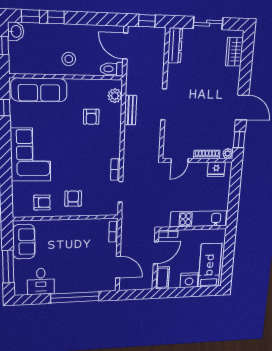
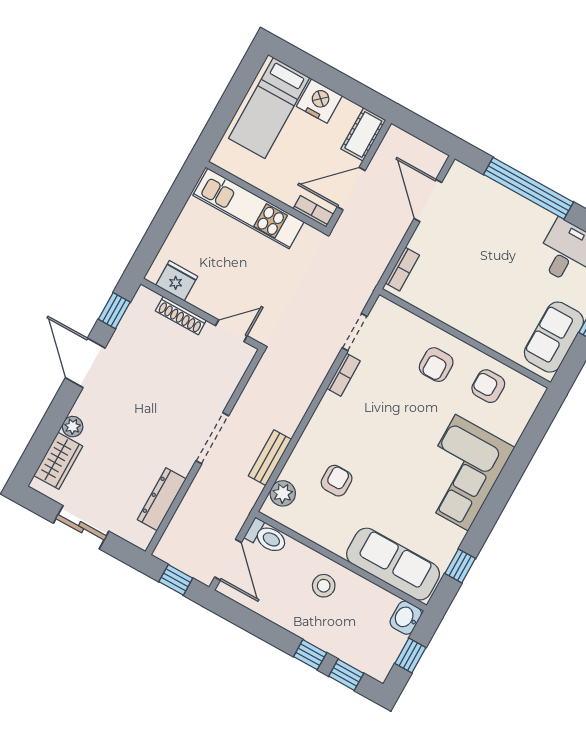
washbasin: (16, 31) -> (406, 618), moved
dresser: (175, 46) -> (162, 499), moved
plant: (228, 153) -> (73, 427), moved

